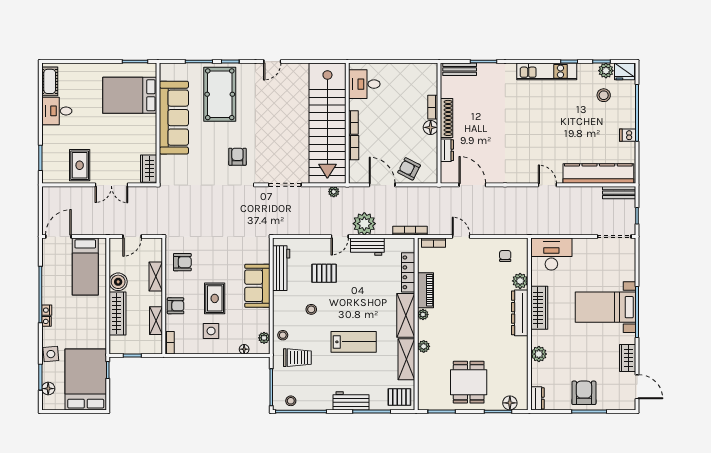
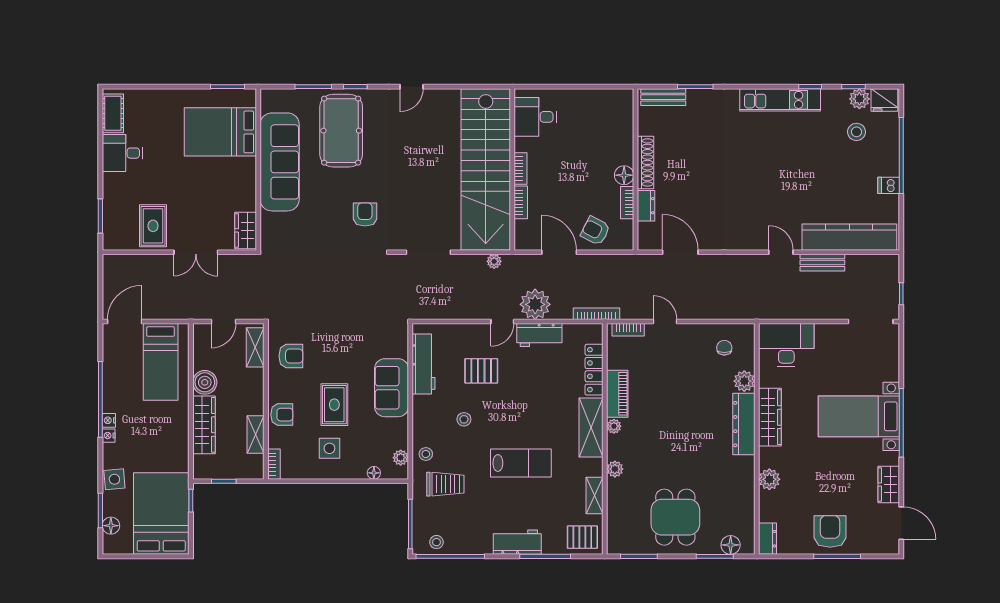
bookcase: (433, 107) -> (627, 203), moved
bench: (619, 193) -> (822, 263), moved
shelving: (156, 277) -> (255, 347), moved
shelving: (406, 359) -> (595, 496), width x0.67, depth x0.75

